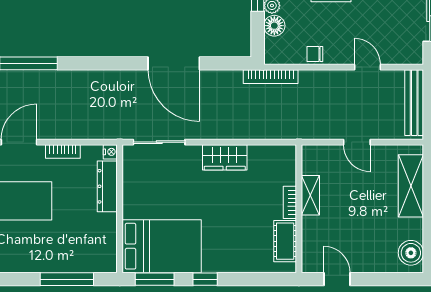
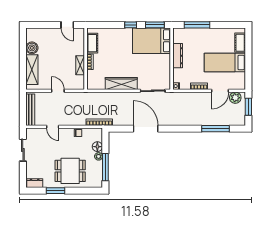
wardrobe: (225, 157) -> (121, 83), width x1.50
dresser: (107, 186) -> (178, 56), moved
boiler: (411, 253) -> (32, 48), moved

